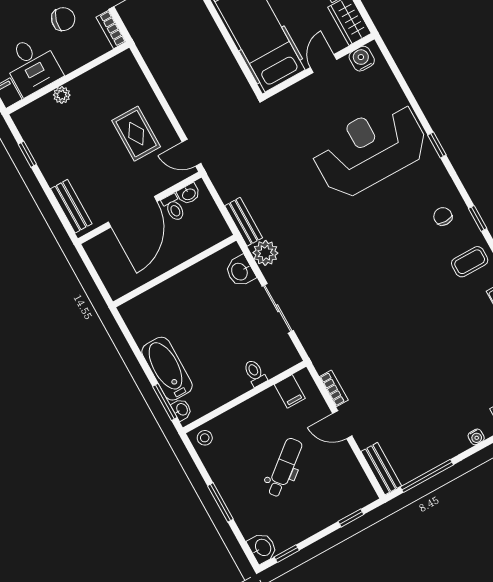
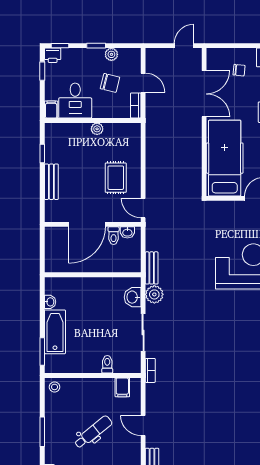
plant: (62, 95) -> (97, 129), moved
bench: (71, 206) -> (51, 182), moved
bookcase: (334, 388) -> (150, 370), moved
washbasin: (182, 410) -> (50, 302), moved

